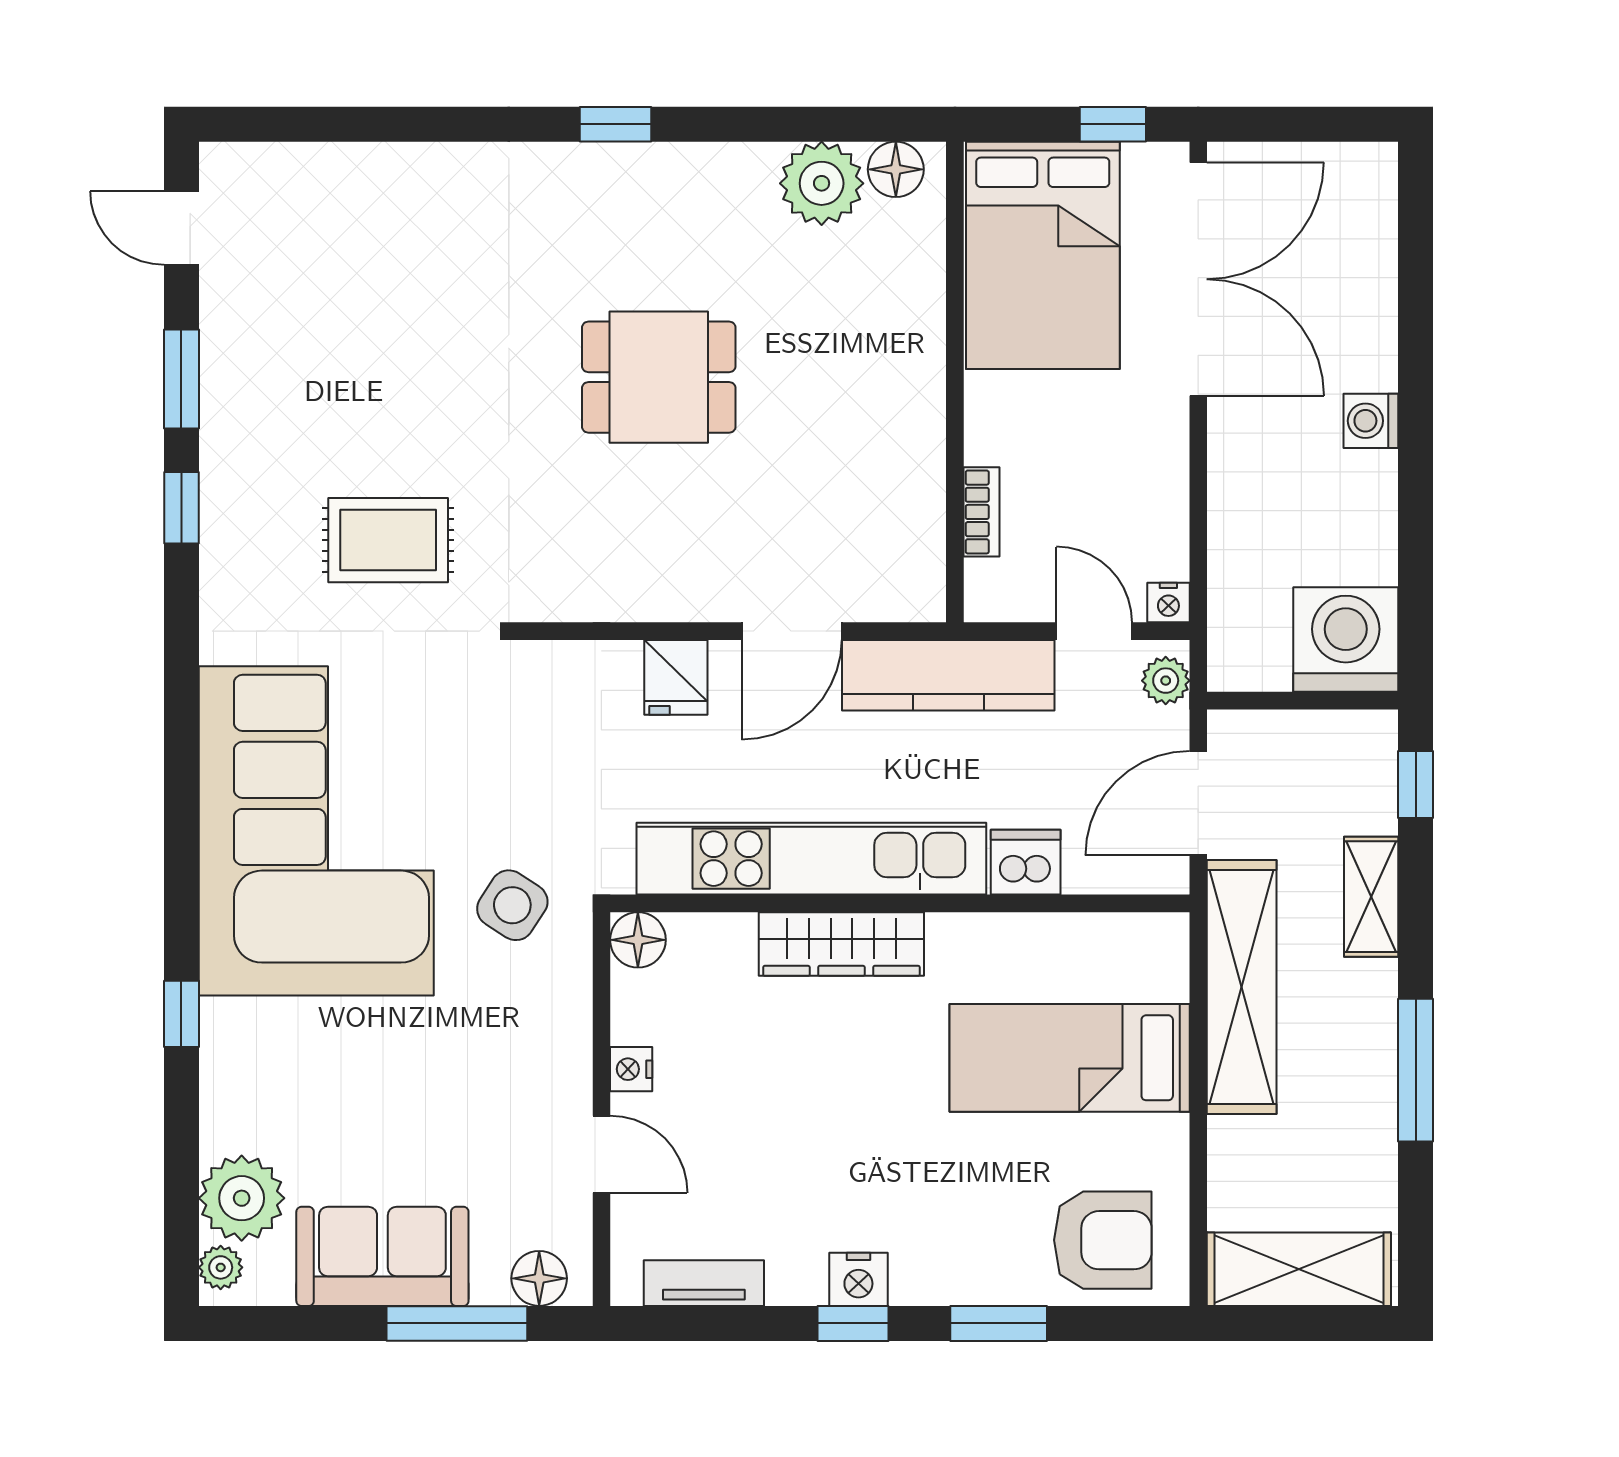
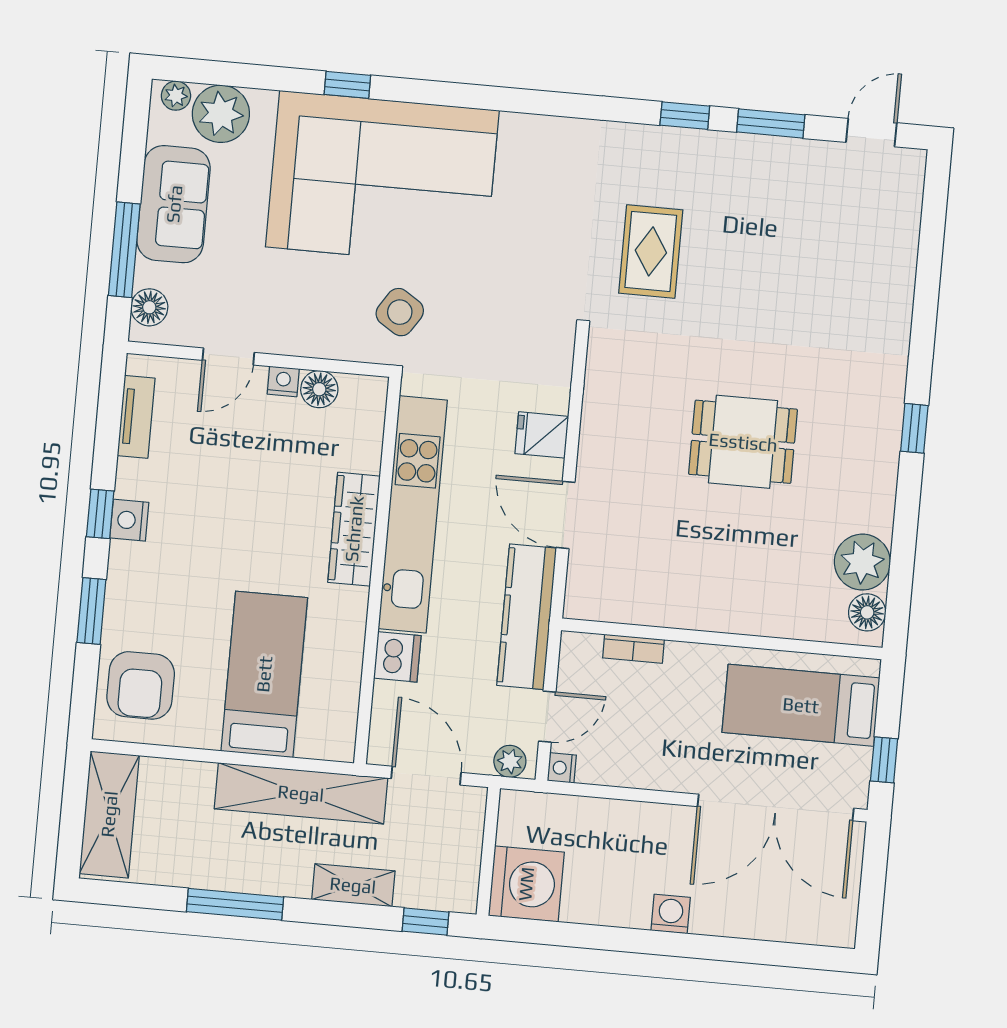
bed: (1043, 255) -> (801, 705), width x0.67
dining table: (659, 377) -> (743, 442), turned 90
corner sofa: (316, 831) -> (382, 179), moved
floor lamp: (638, 940) -> (319, 389), moved

